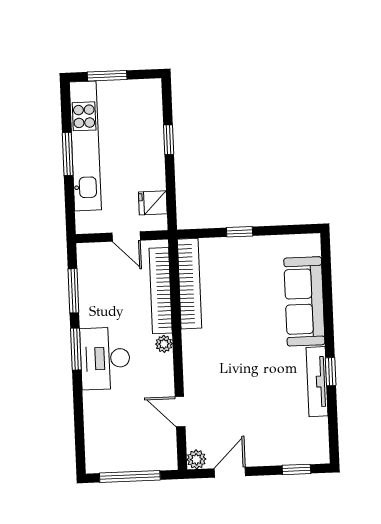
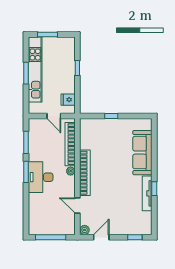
bookcase: (190, 284) -> (85, 173), moved

